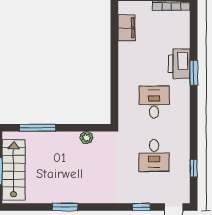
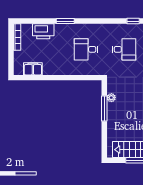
printer: (179, 64) -> (43, 31), moved
window: (38, 128) -> (104, 109), moved

